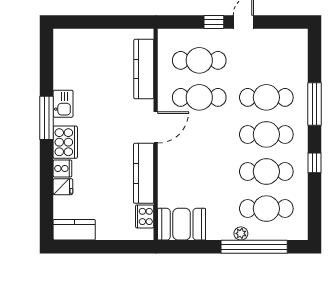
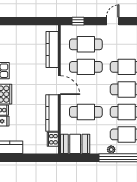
window: (214, 22) -> (78, 21), moved
door: (156, 127) -> (59, 85), hinge flipped
cafe table: (199, 172) -> (86, 112), added

